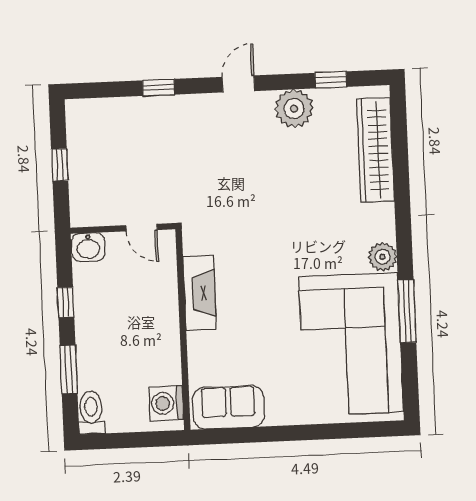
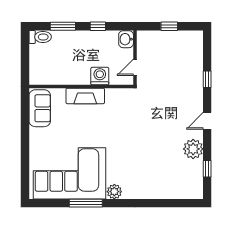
door: (238, 84) -> (207, 121), swing flipped
wardrobe: (376, 150) -> (170, 190), removed
fireplace: (200, 293) -> (85, 96), moved
washing machine: (166, 403) -> (100, 76), moved

